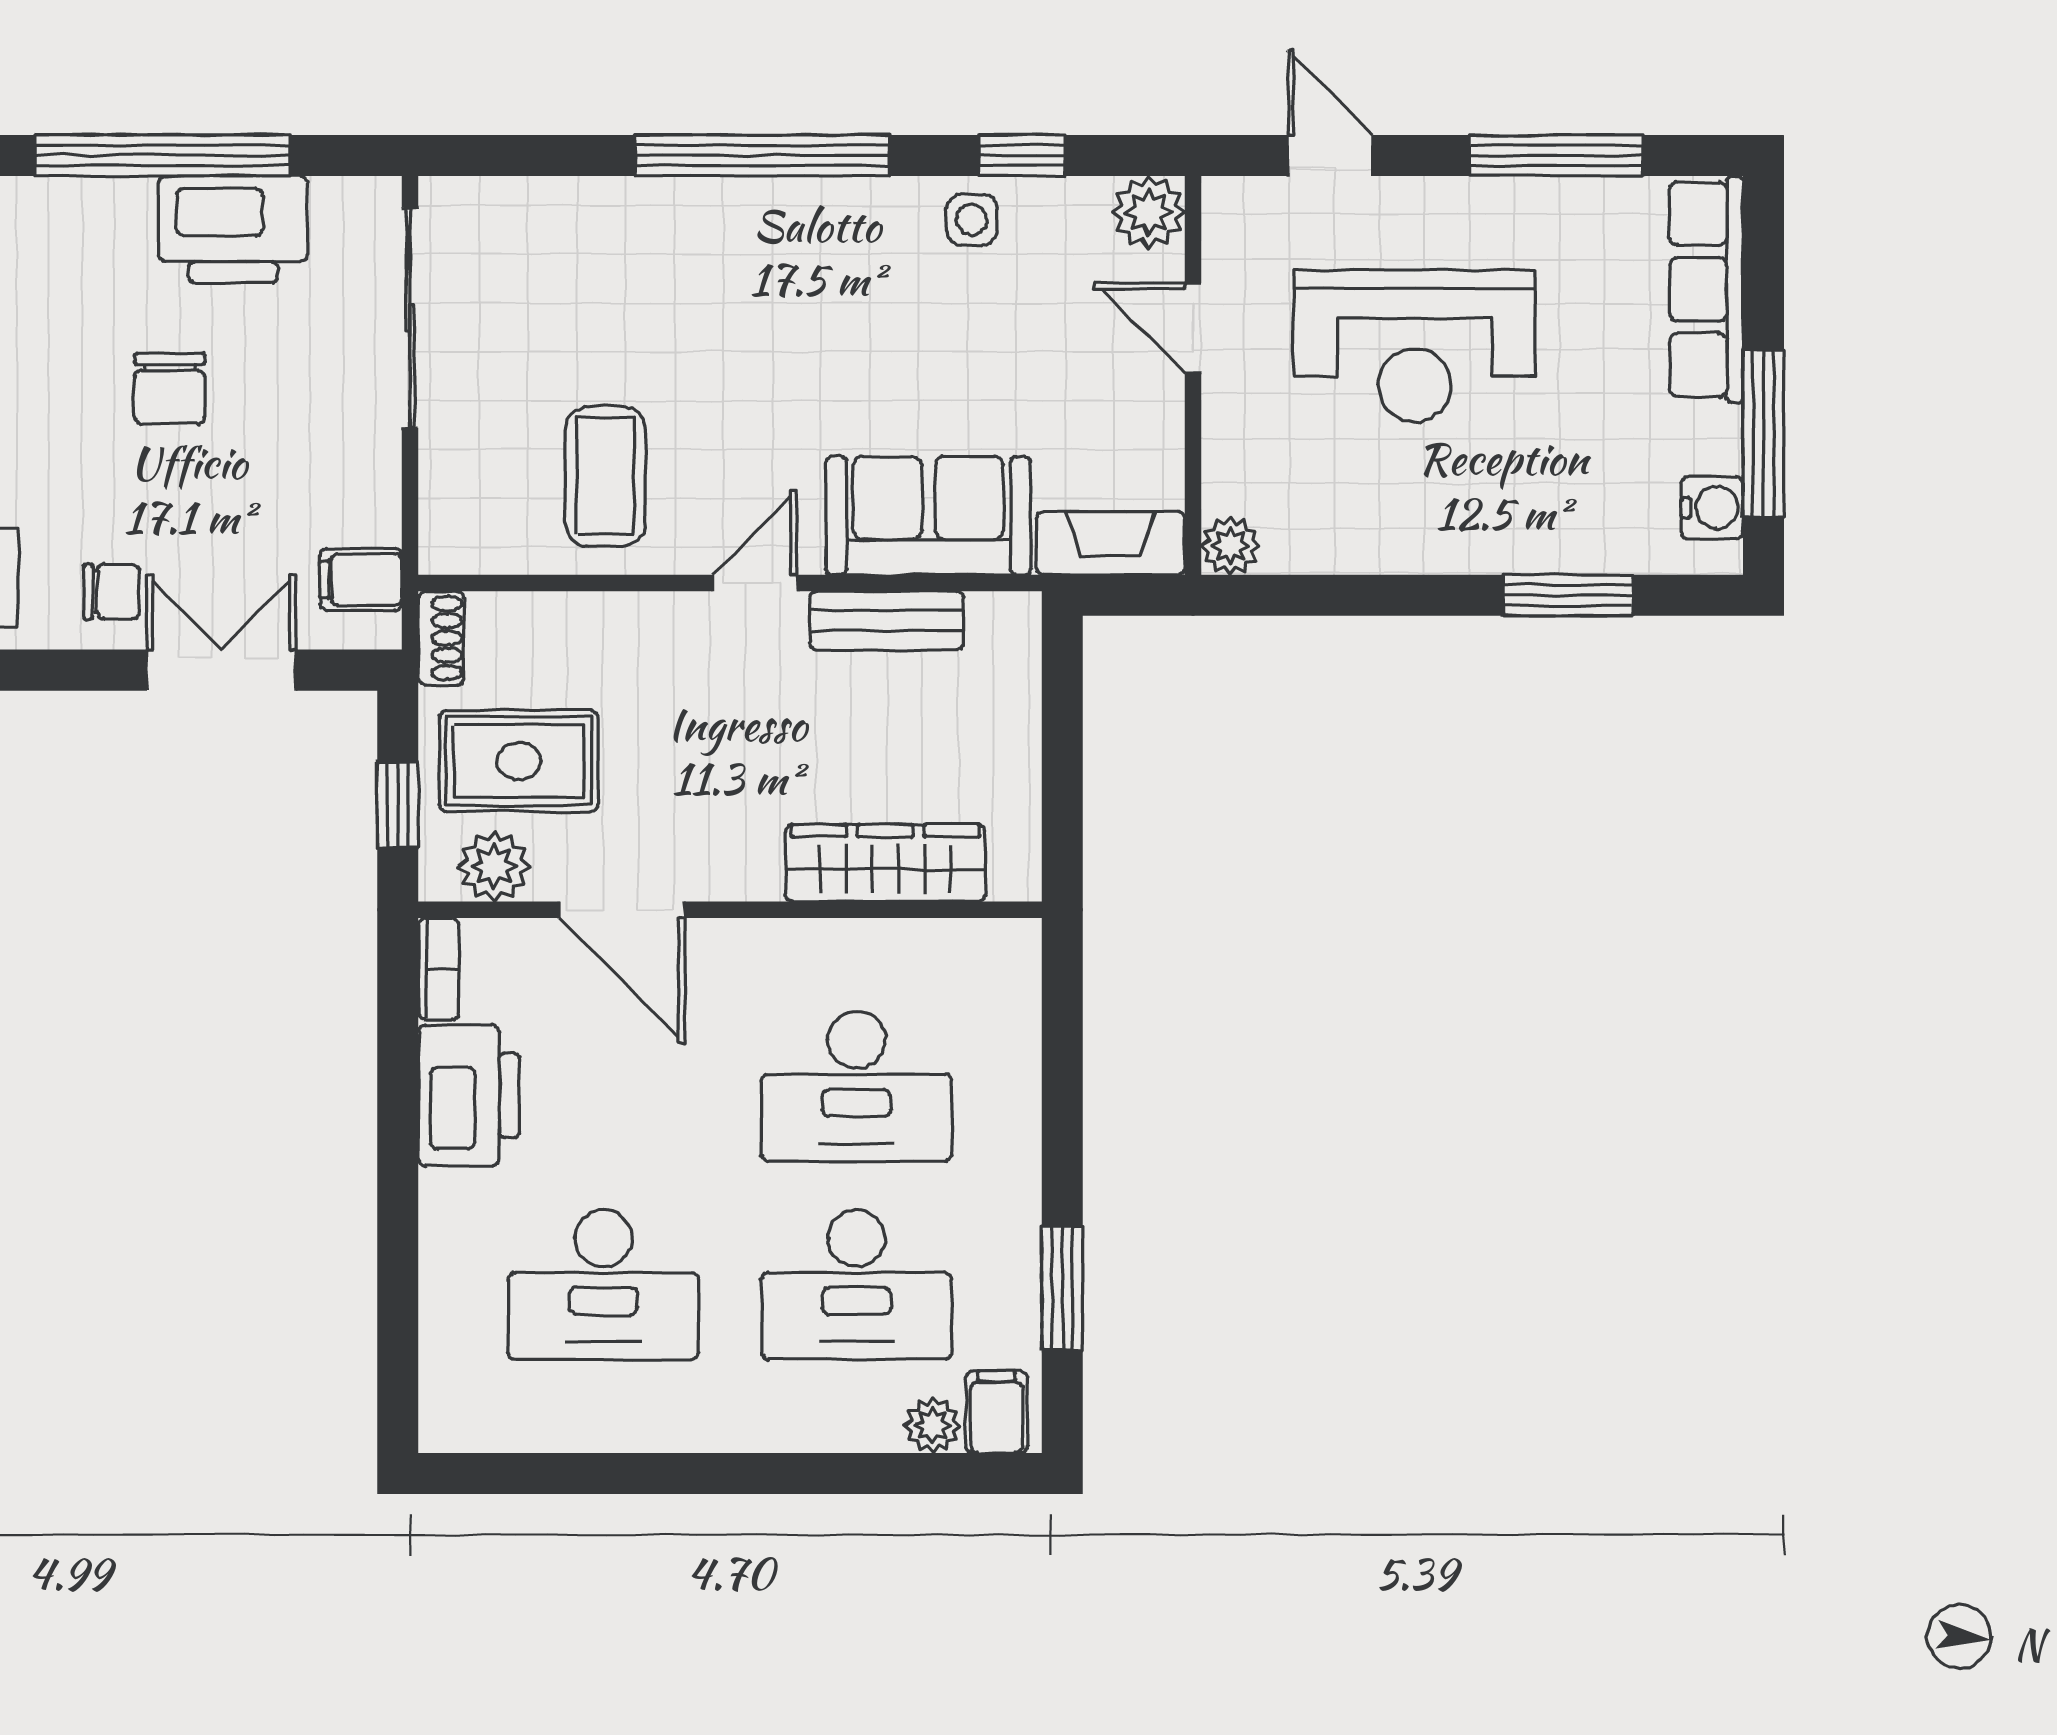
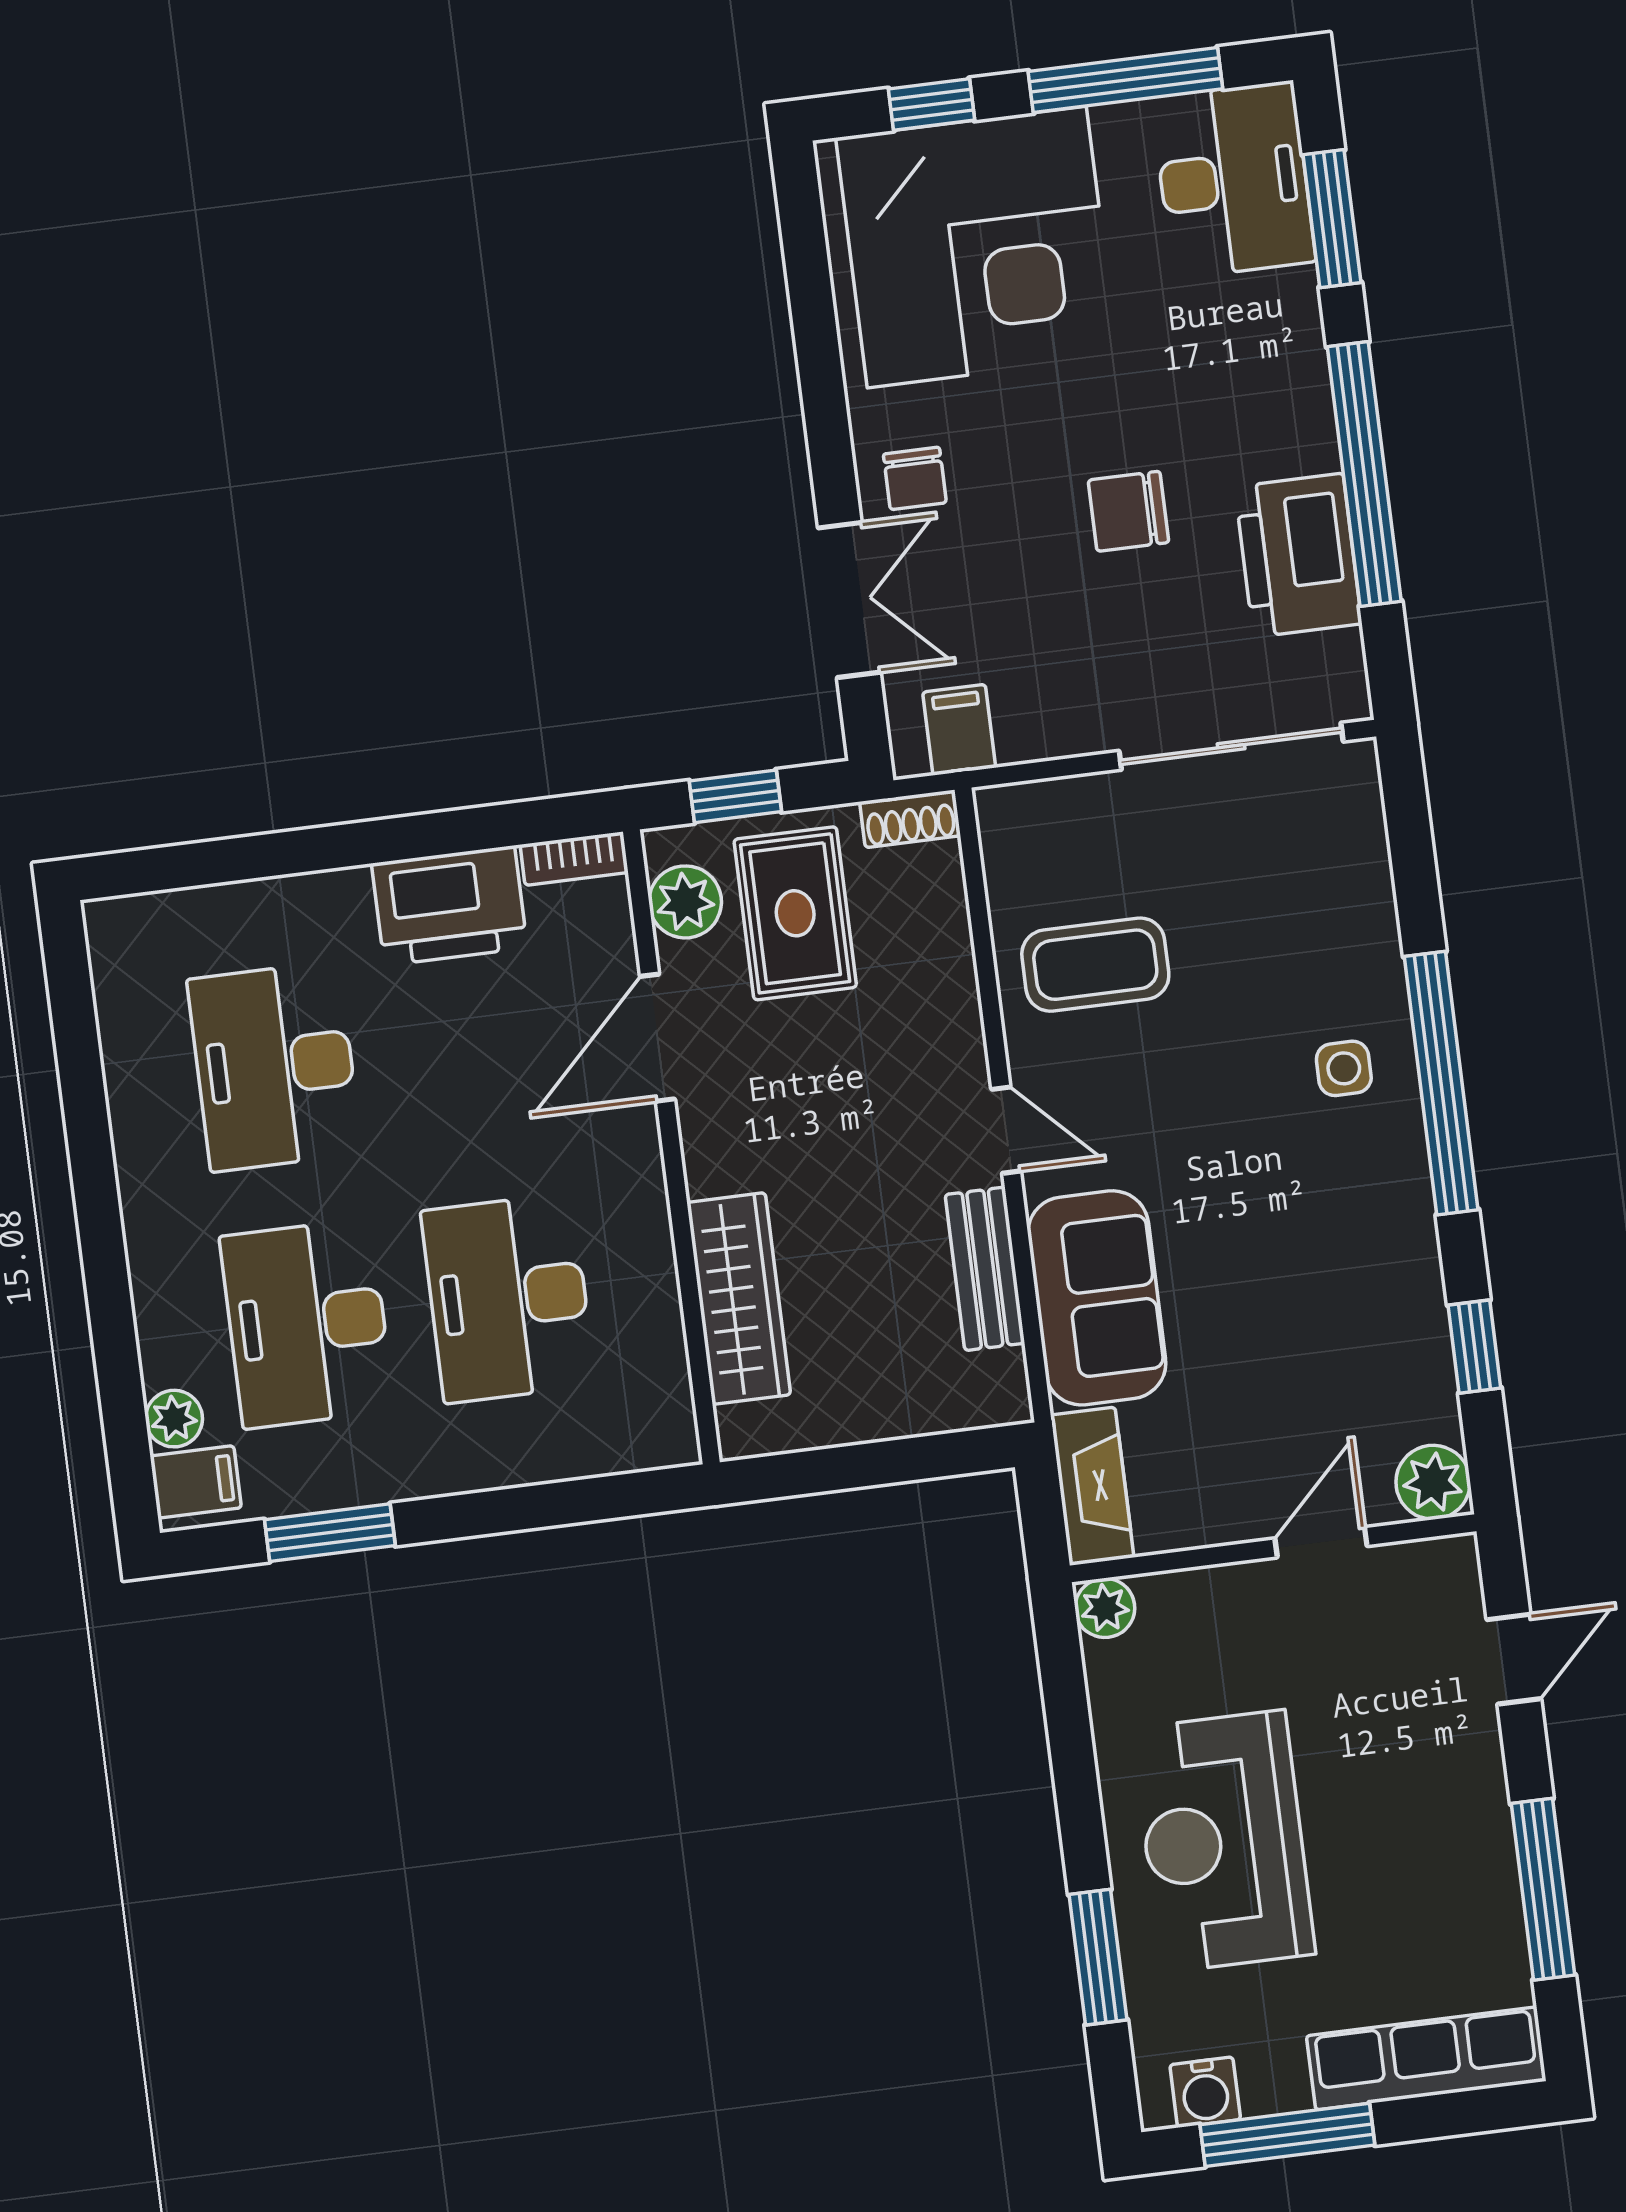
side table: (972, 220) -> (1344, 1068), moved
reception desk: (1415, 346) -> (1223, 1841), moved

